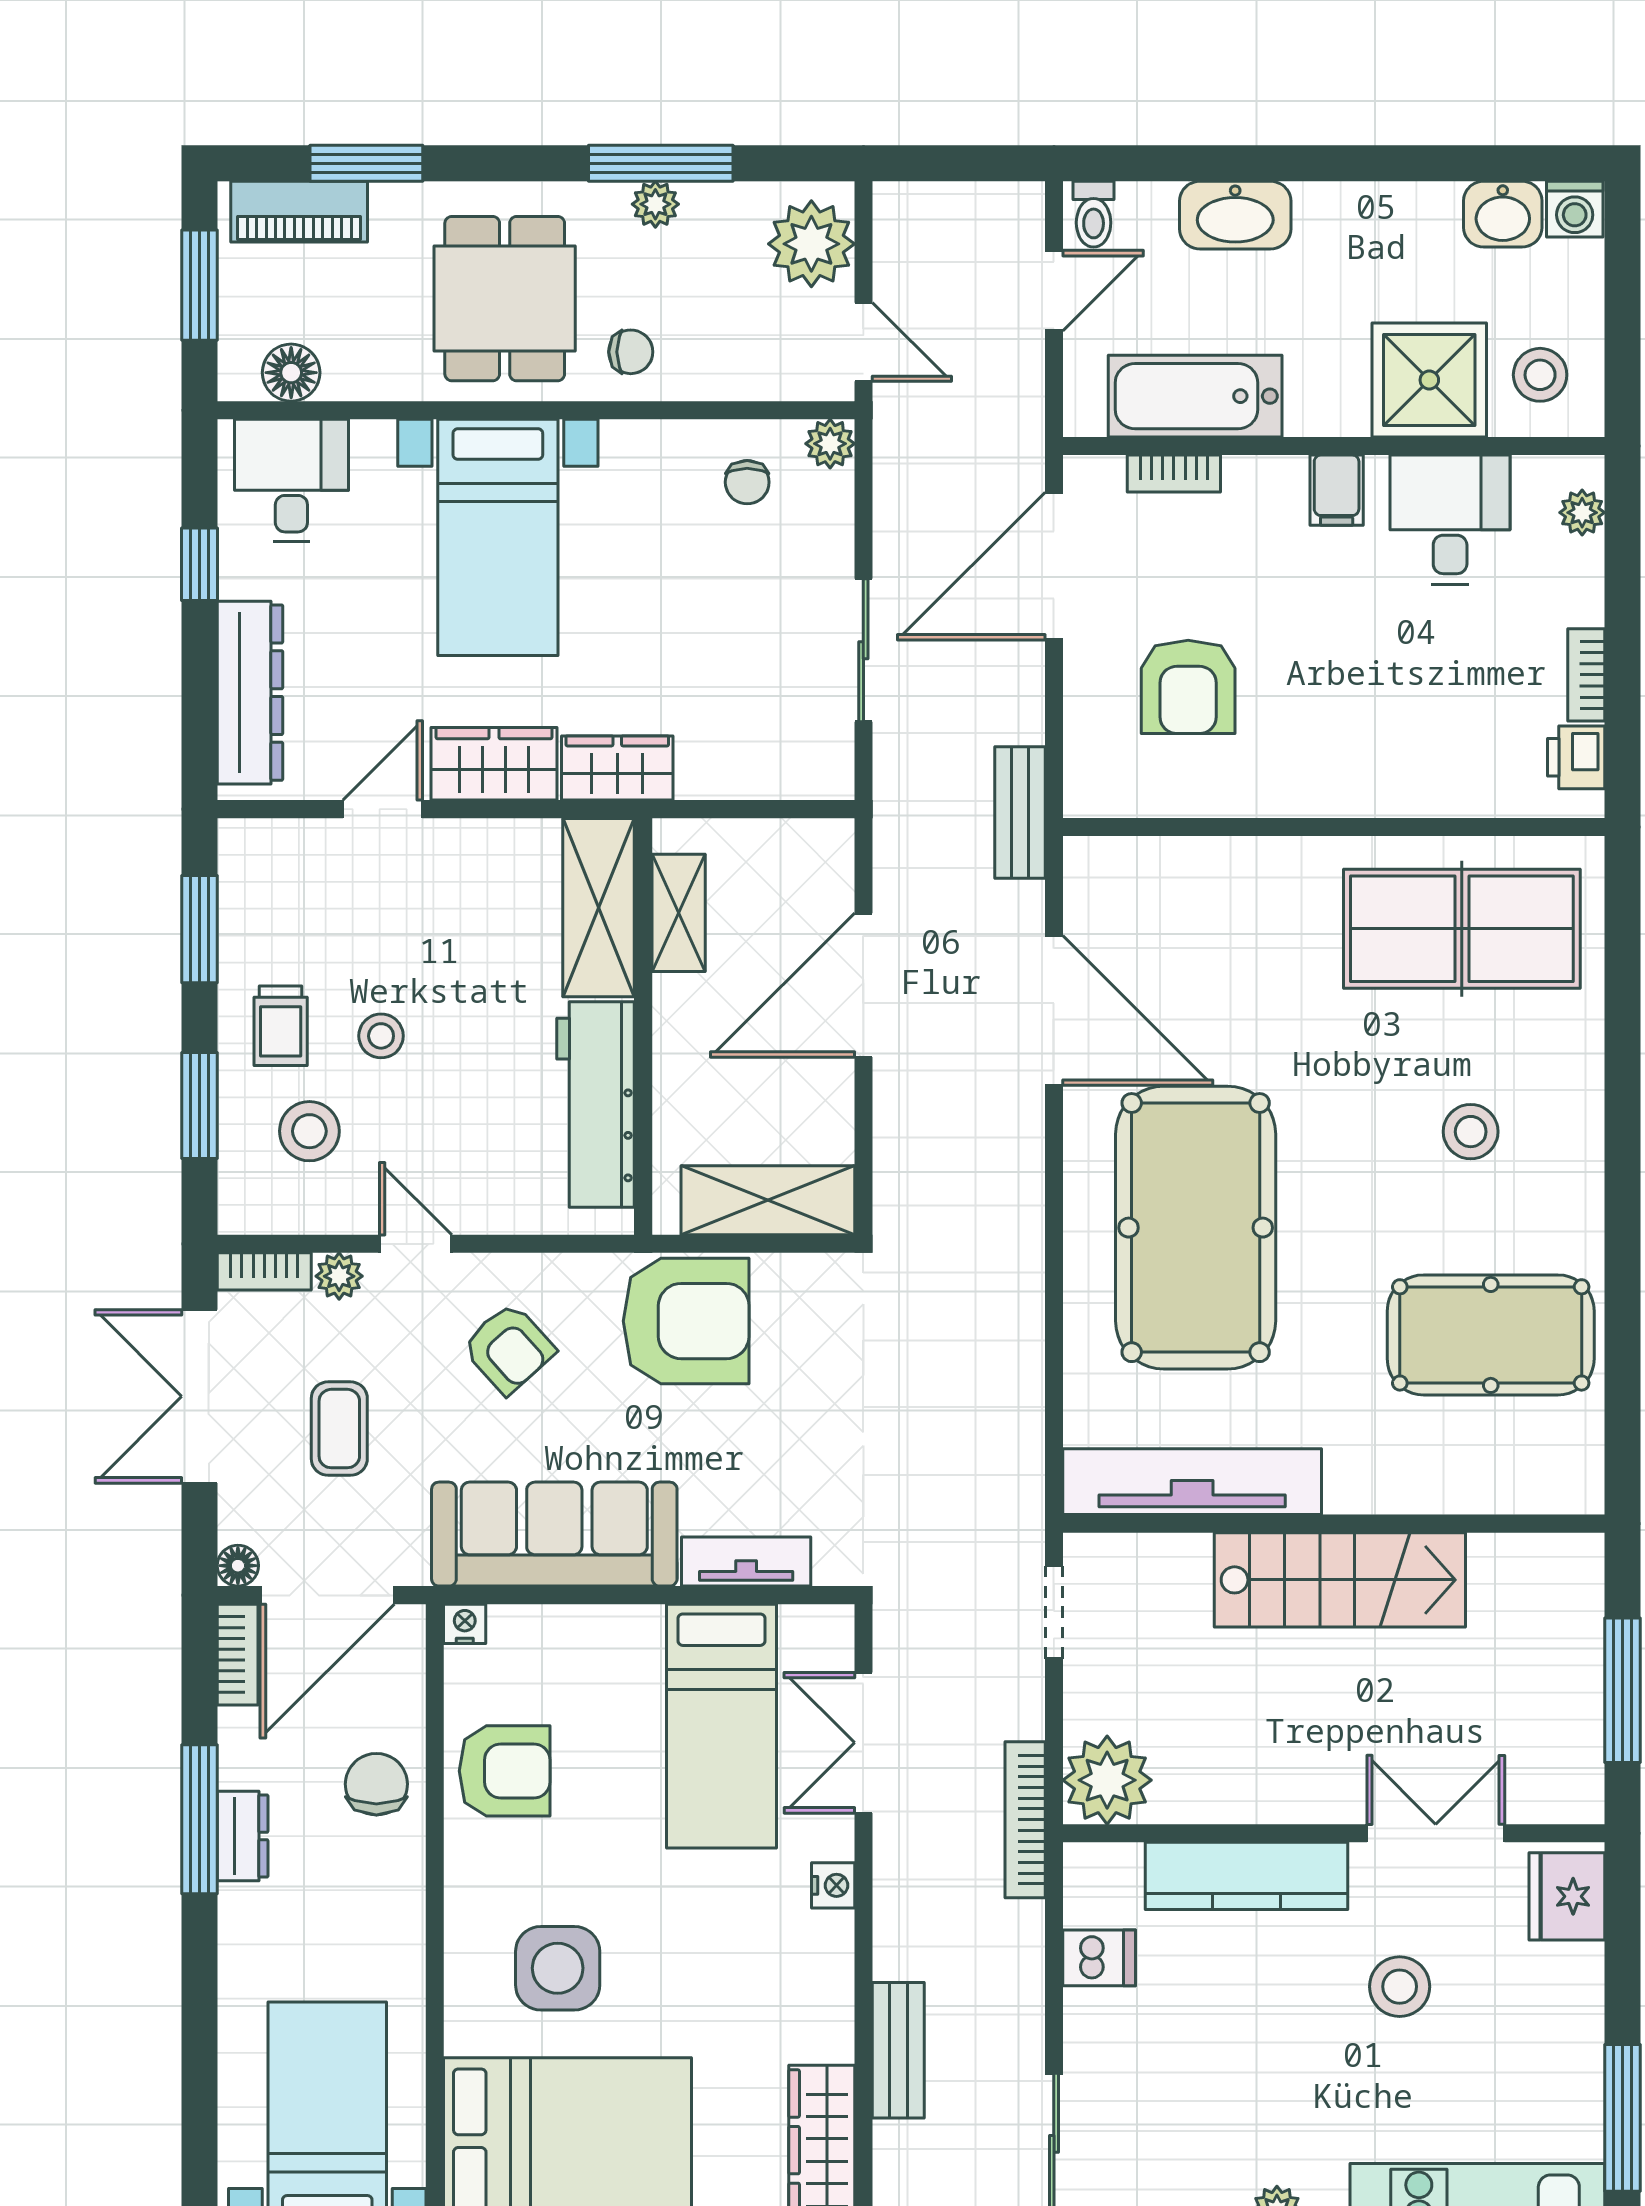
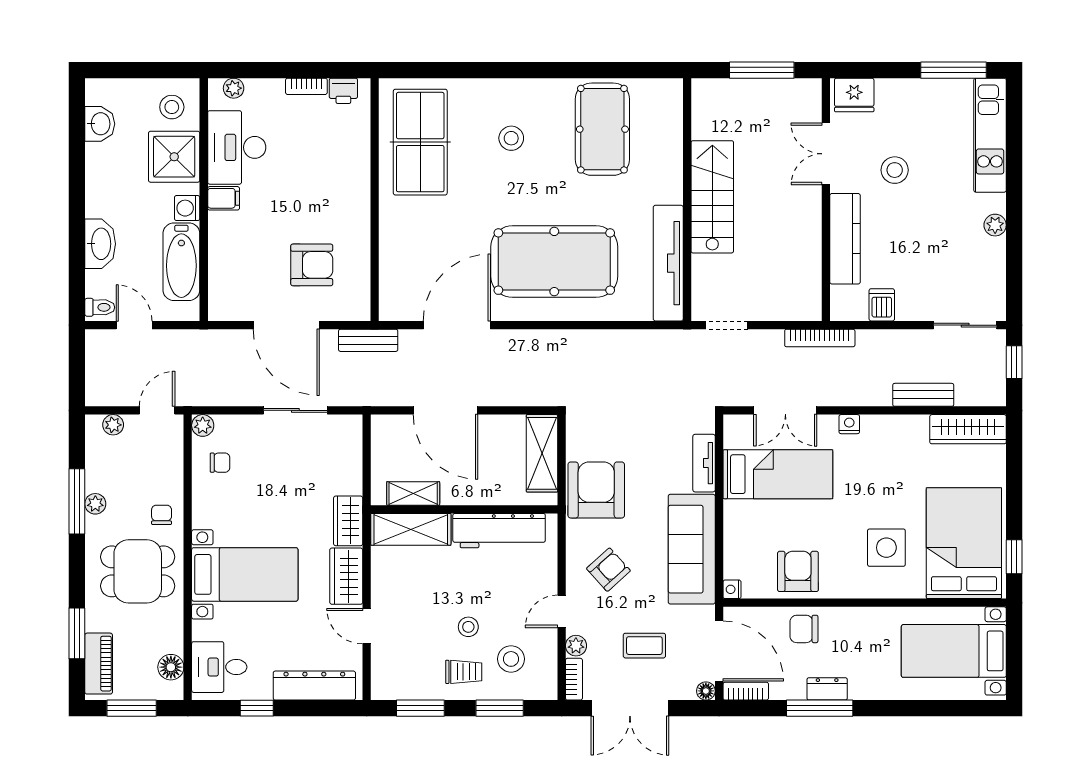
washing machine: (1575, 209) -> (187, 208), moved, turned 180
plant: (811, 244) -> (113, 425), width x0.53, depth x0.53
bookcase: (1174, 473) -> (216, 271), removed
desk: (1450, 520) -> (237, 147), width x1.37
door: (1054, 566) -> (286, 325), moved
plant: (1107, 1780) -> (802, 301), removed

